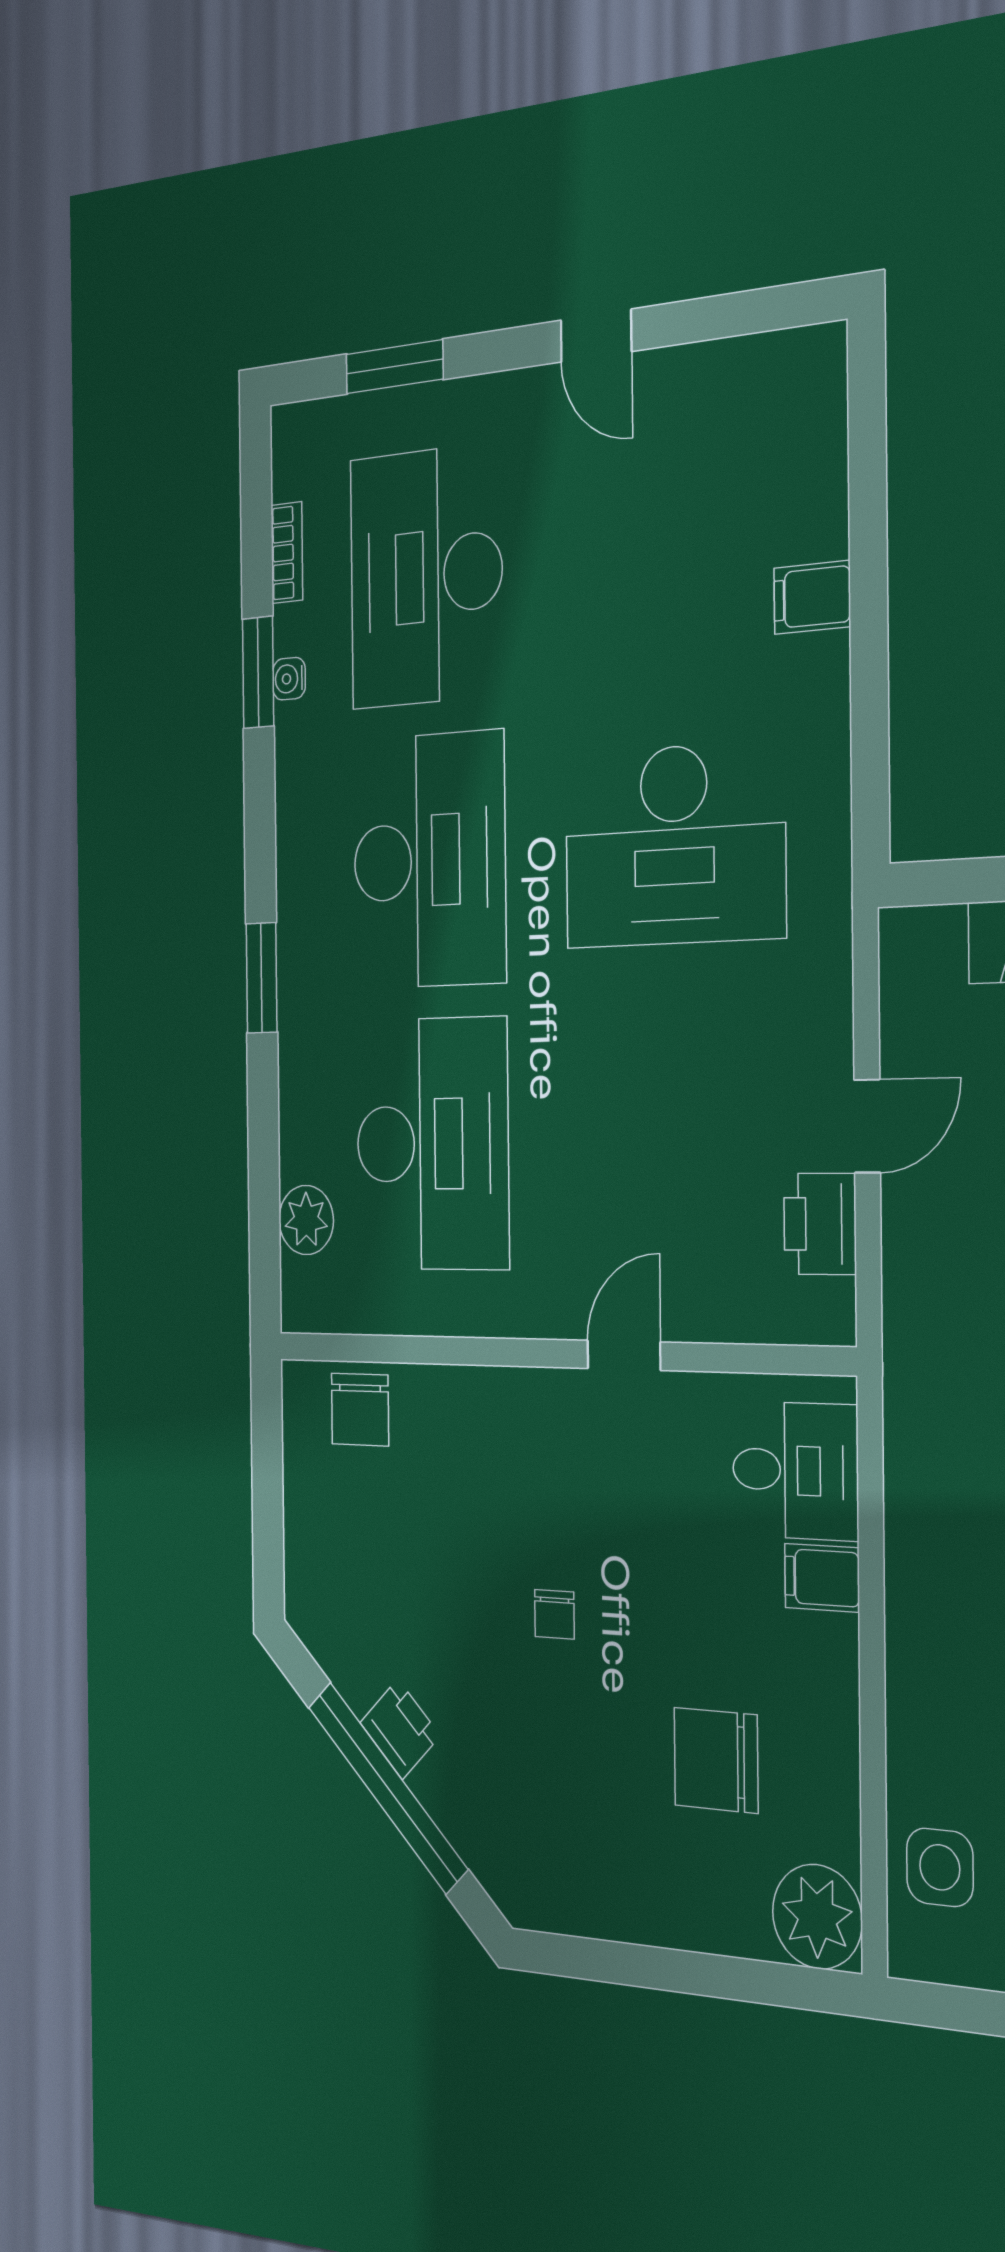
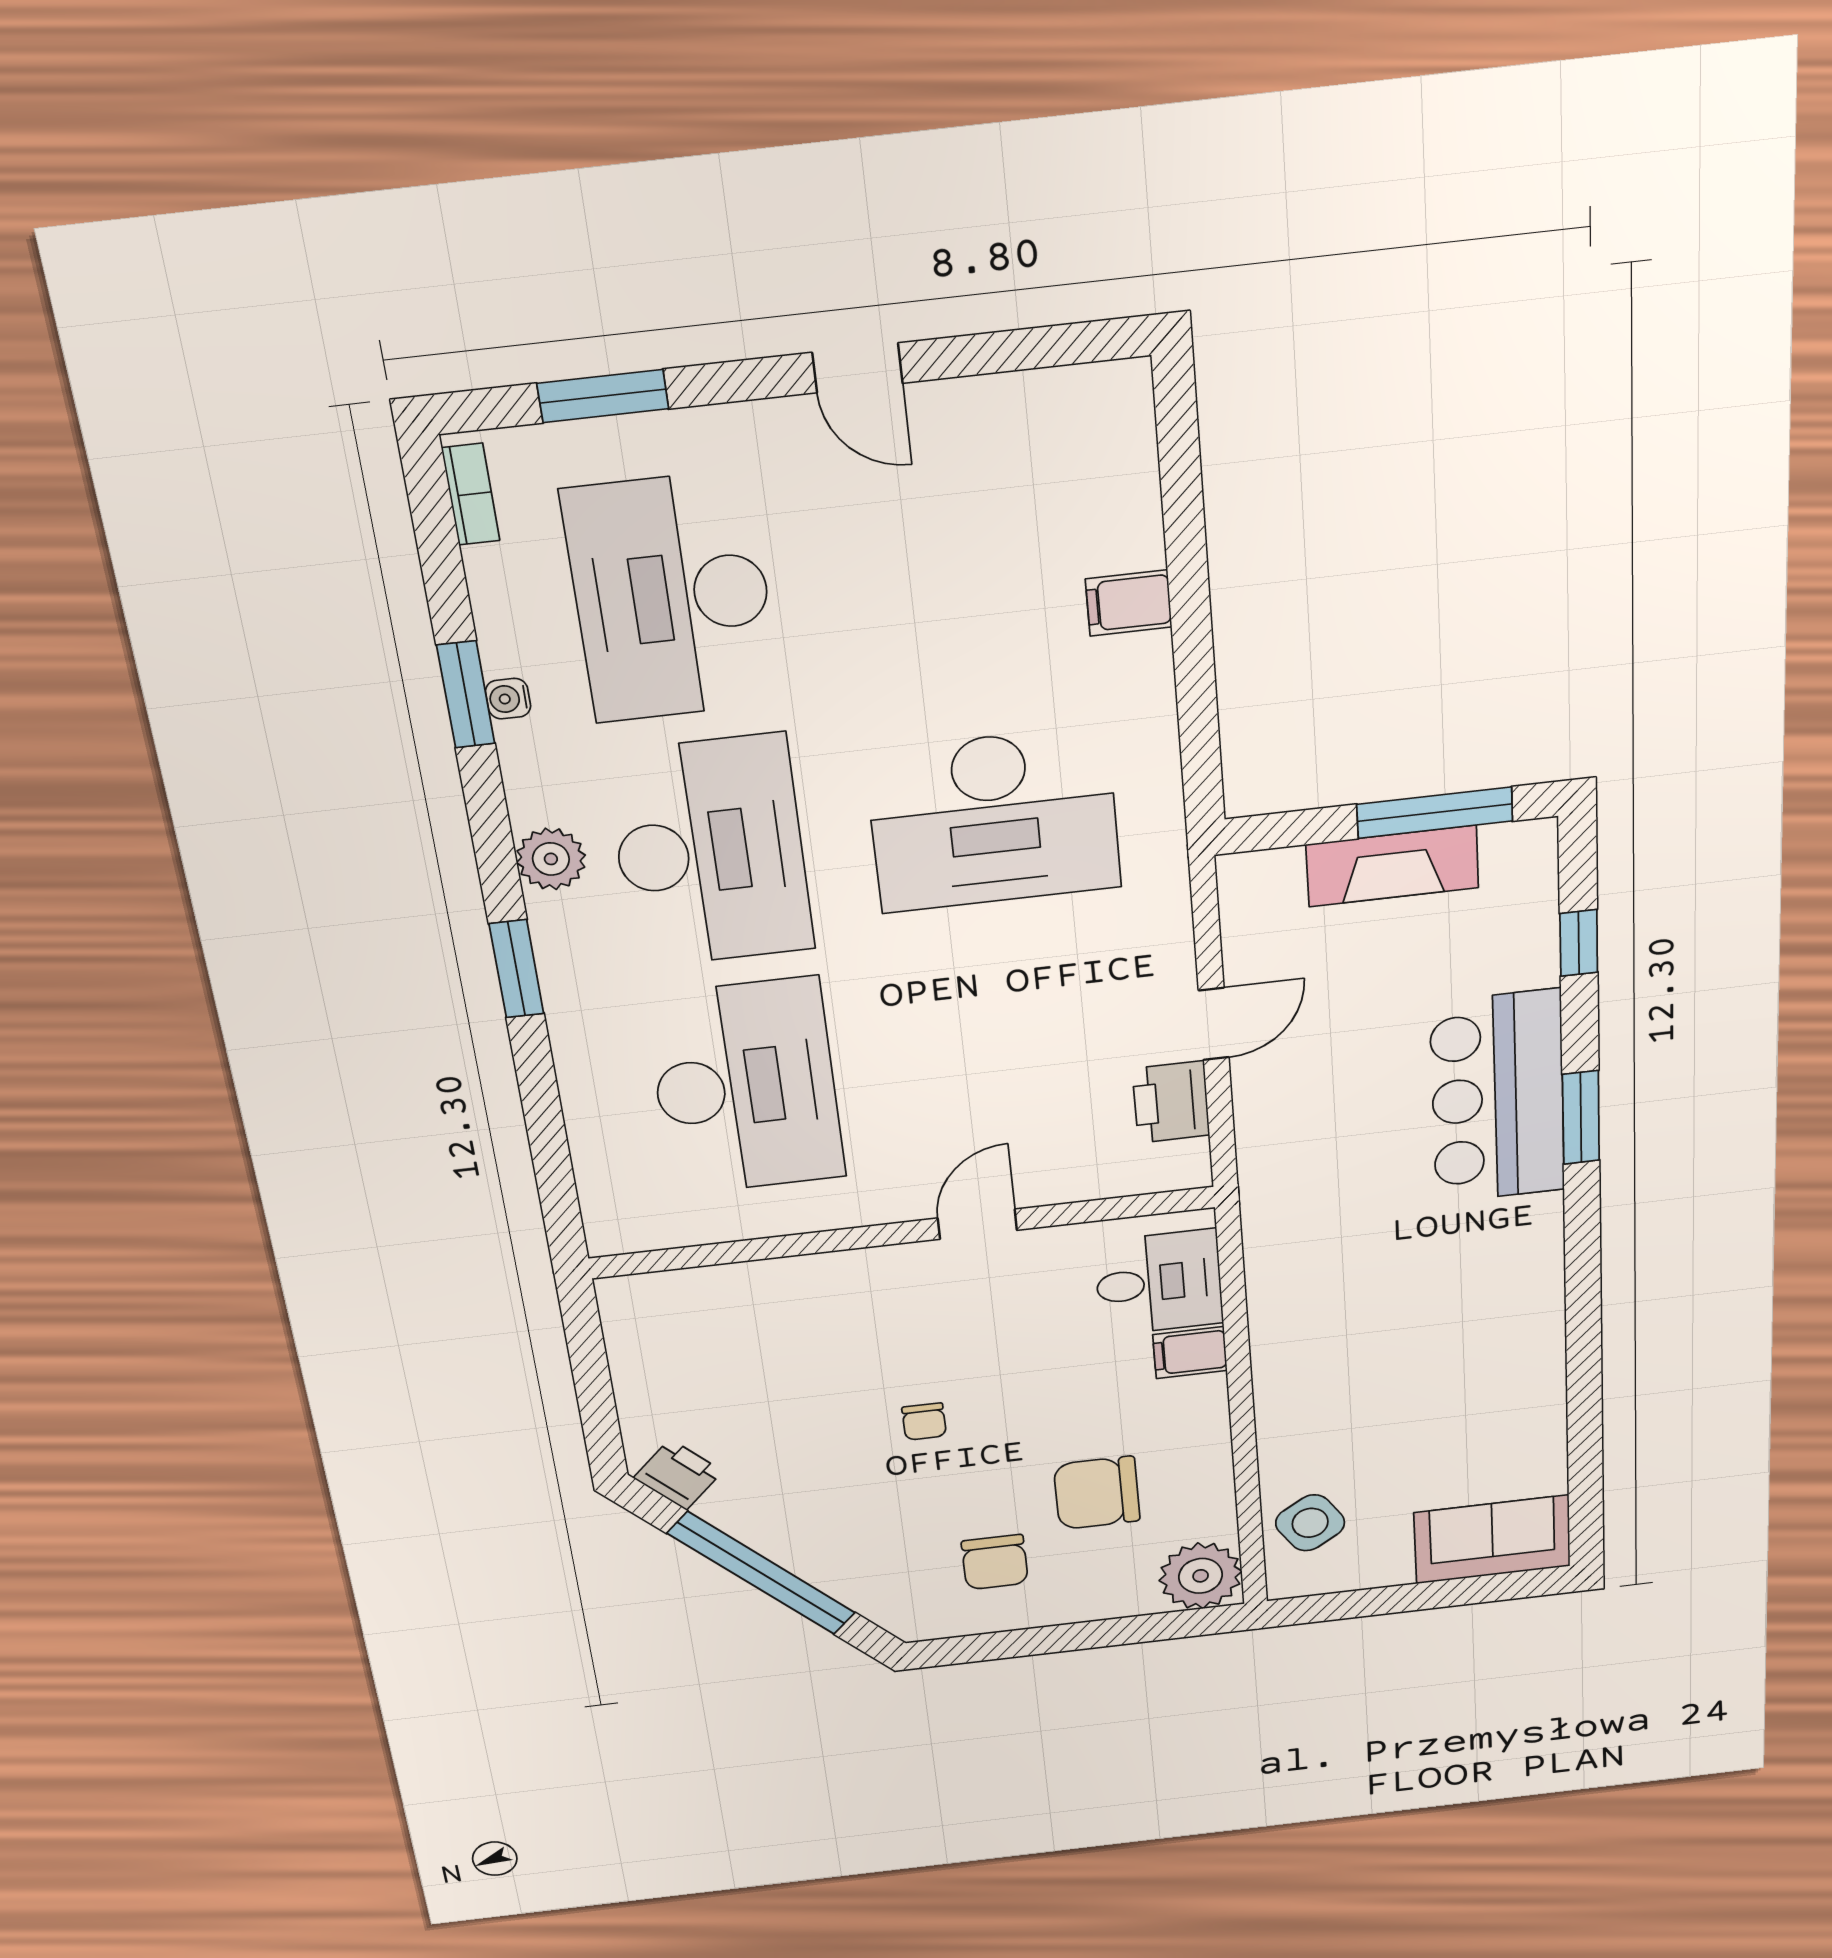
bookcase: (287, 553) -> (471, 494), moved
plant: (306, 1220) -> (551, 859), moved
chair: (360, 1410) -> (995, 1562), moved
printer: (400, 1729) -> (678, 1475), moved
side table: (940, 1867) -> (1310, 1523), turned -33

